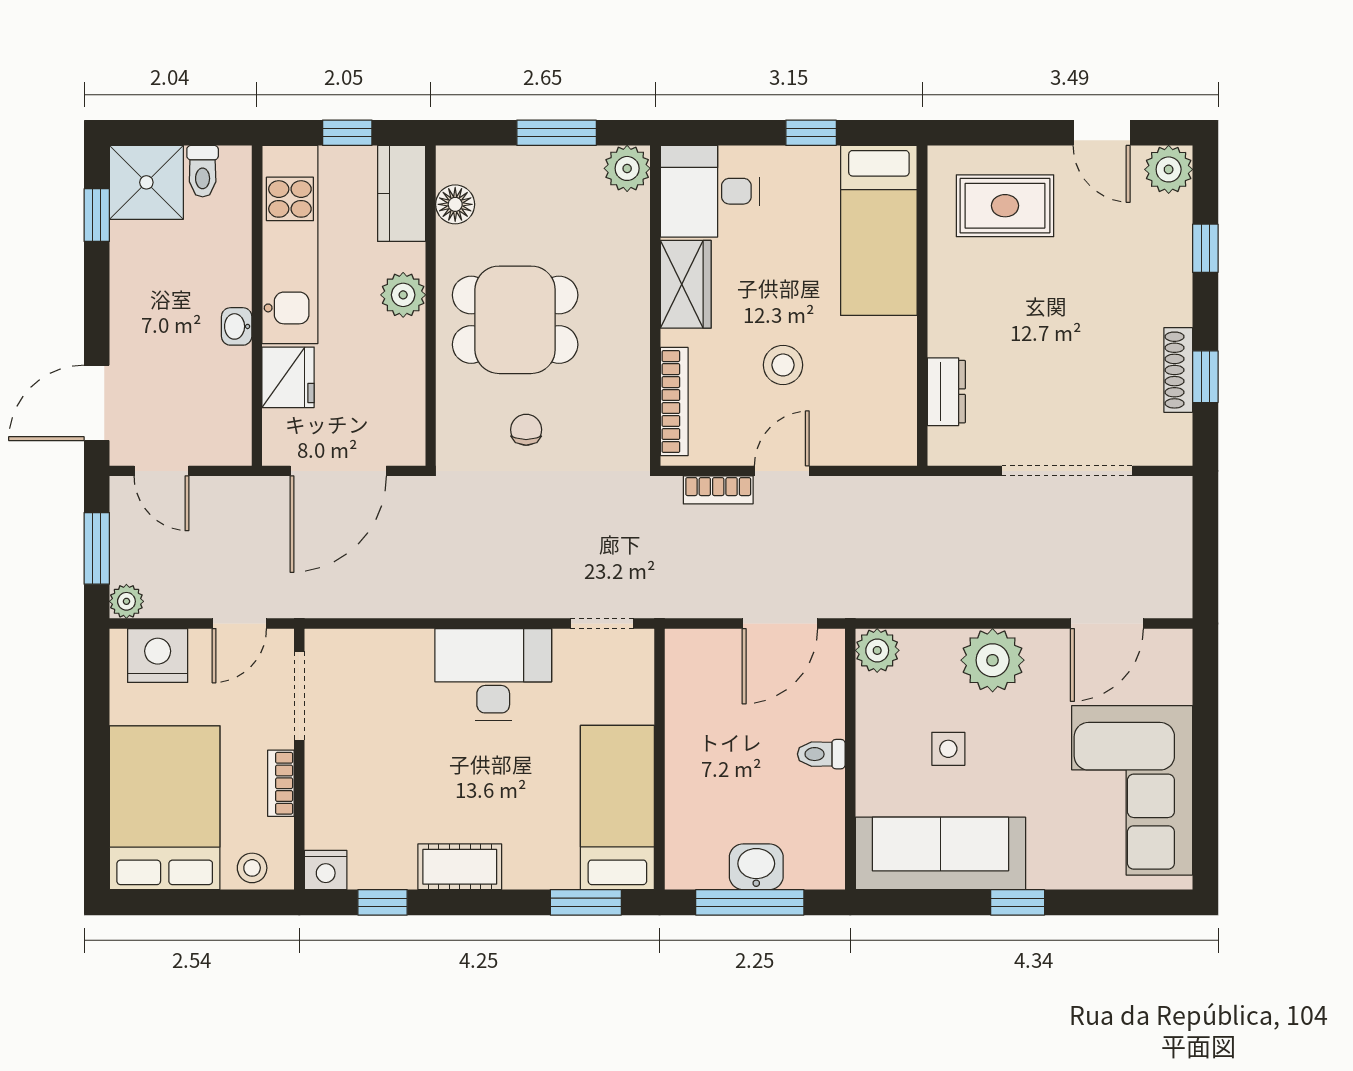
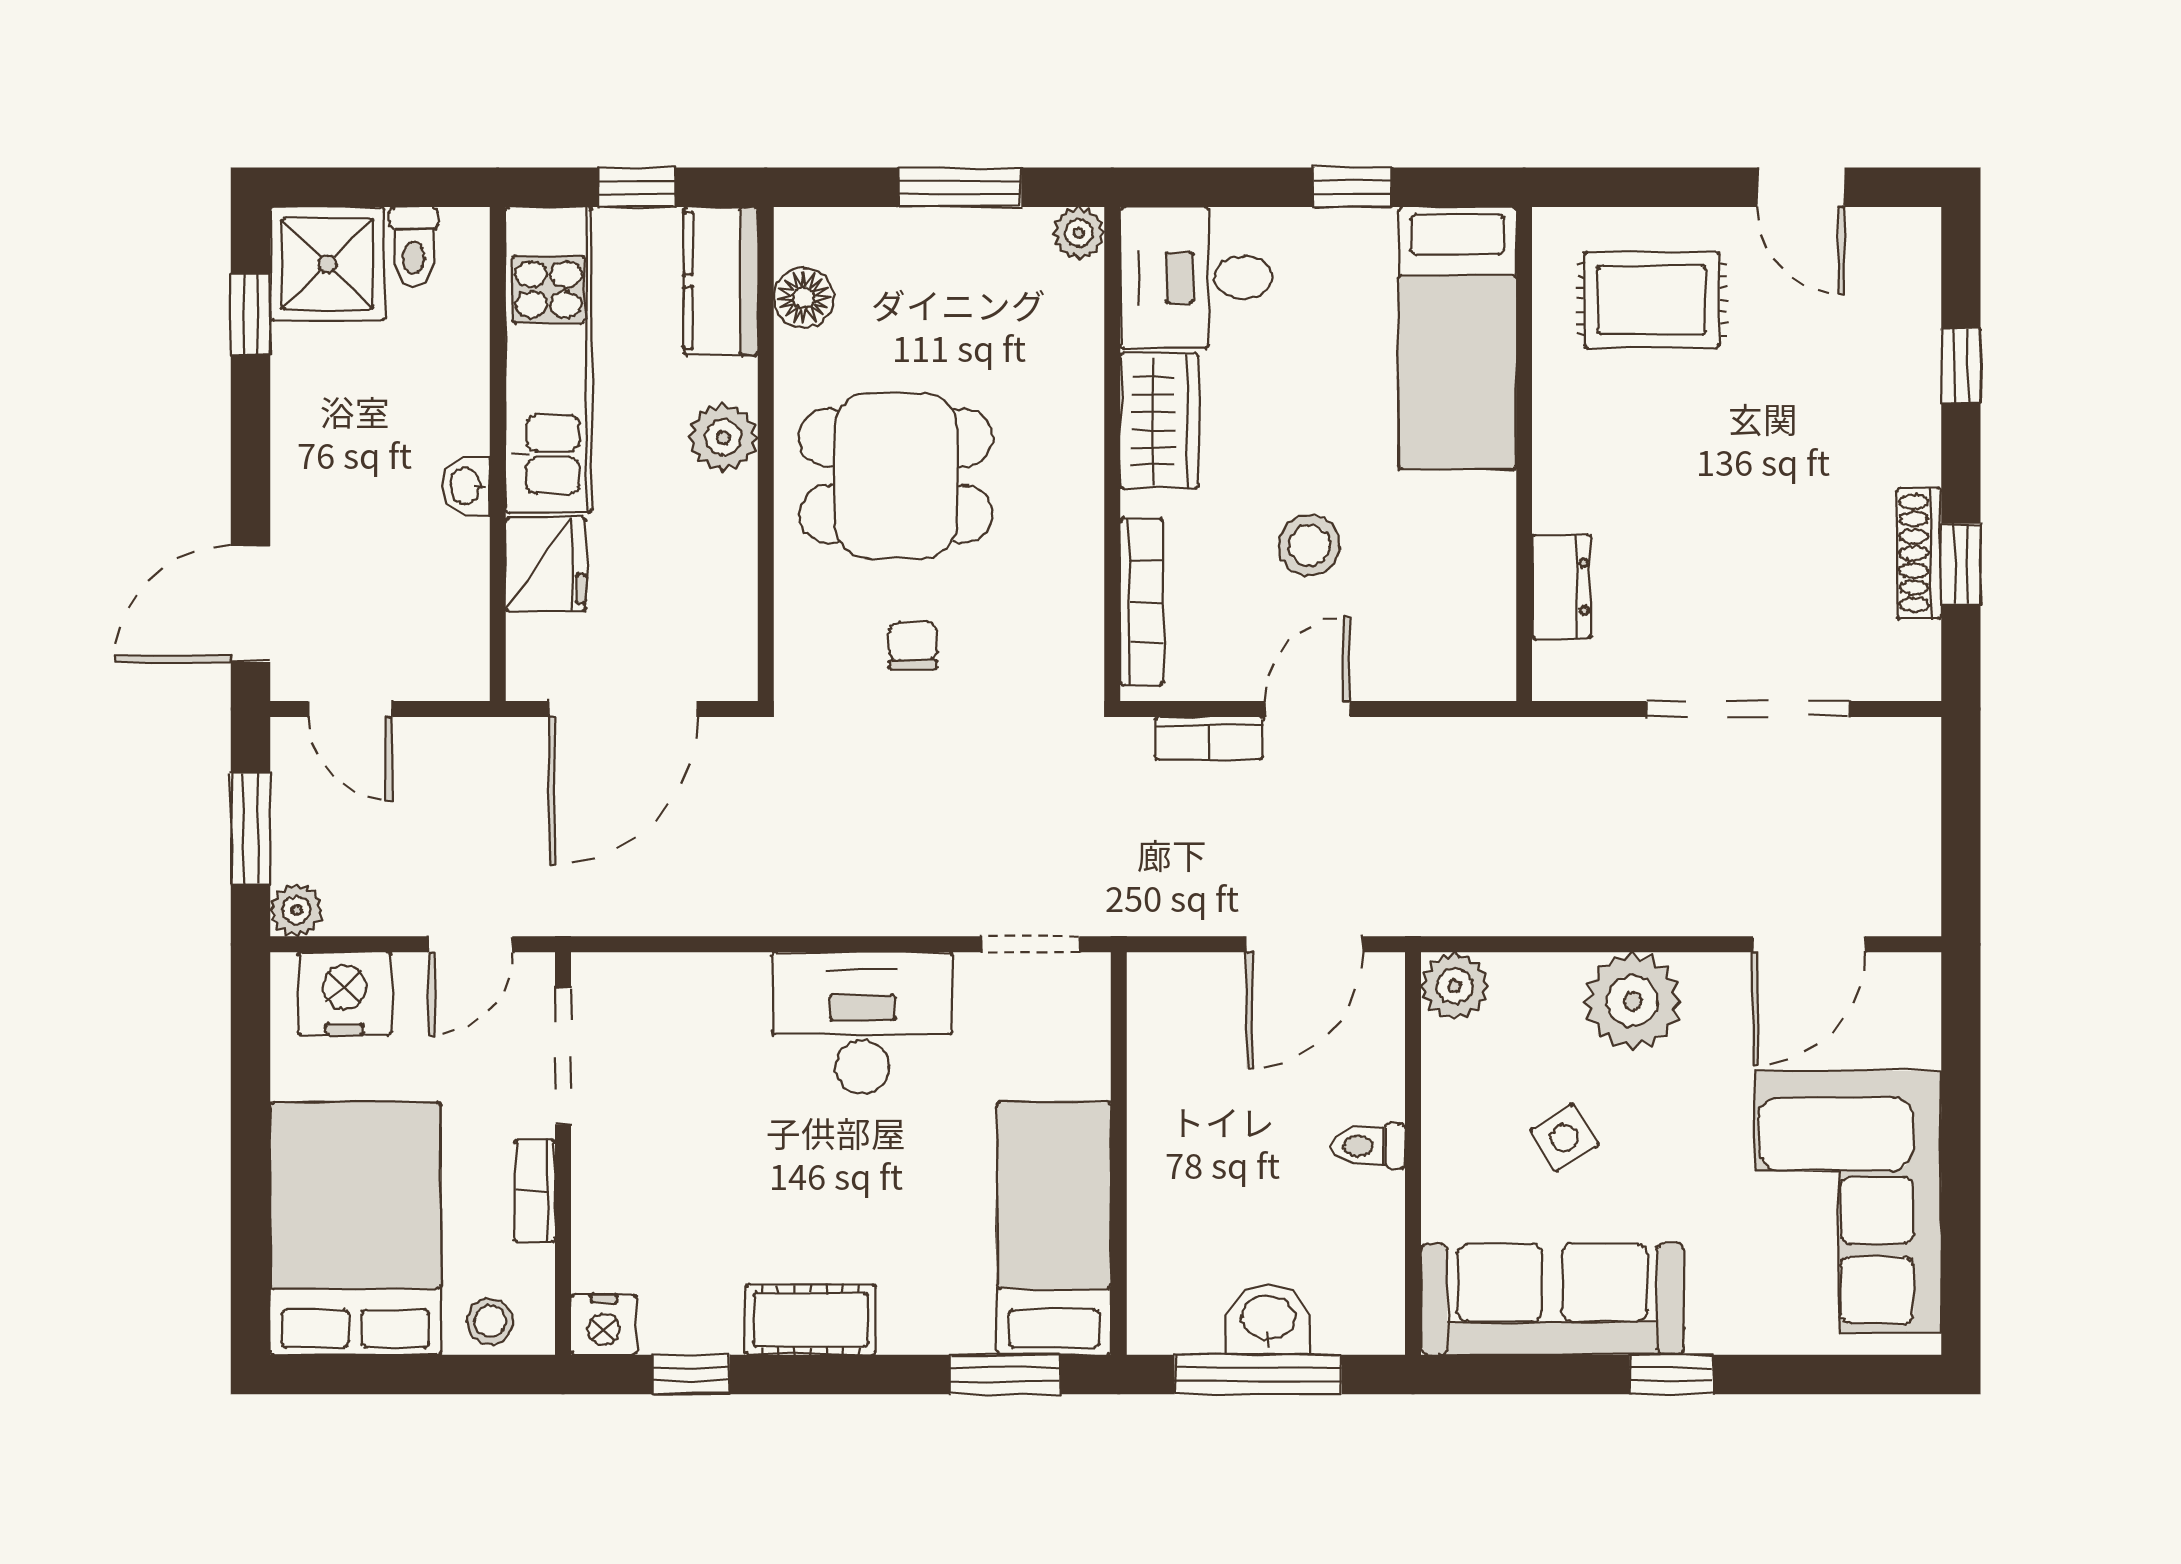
plant: (627, 168) -> (1079, 233), width x0.73, depth x0.73
plant: (1169, 169) -> (1904, 244), removed
side table: (948, 749) -> (1564, 1138), turned -32

